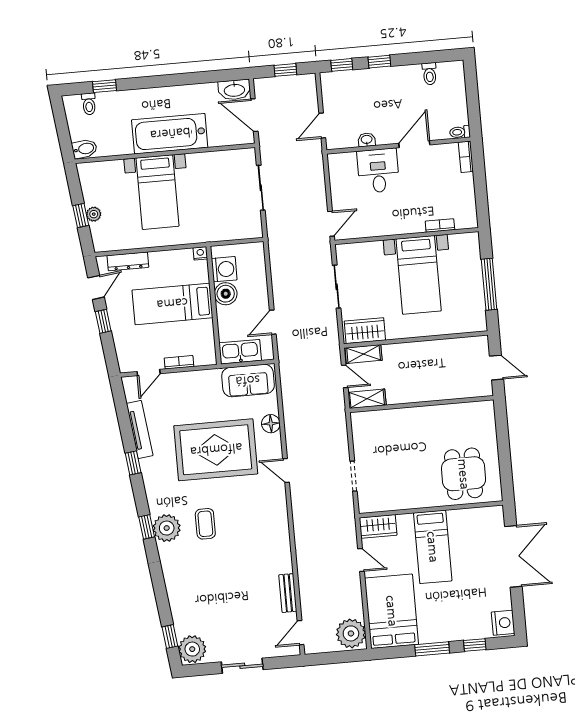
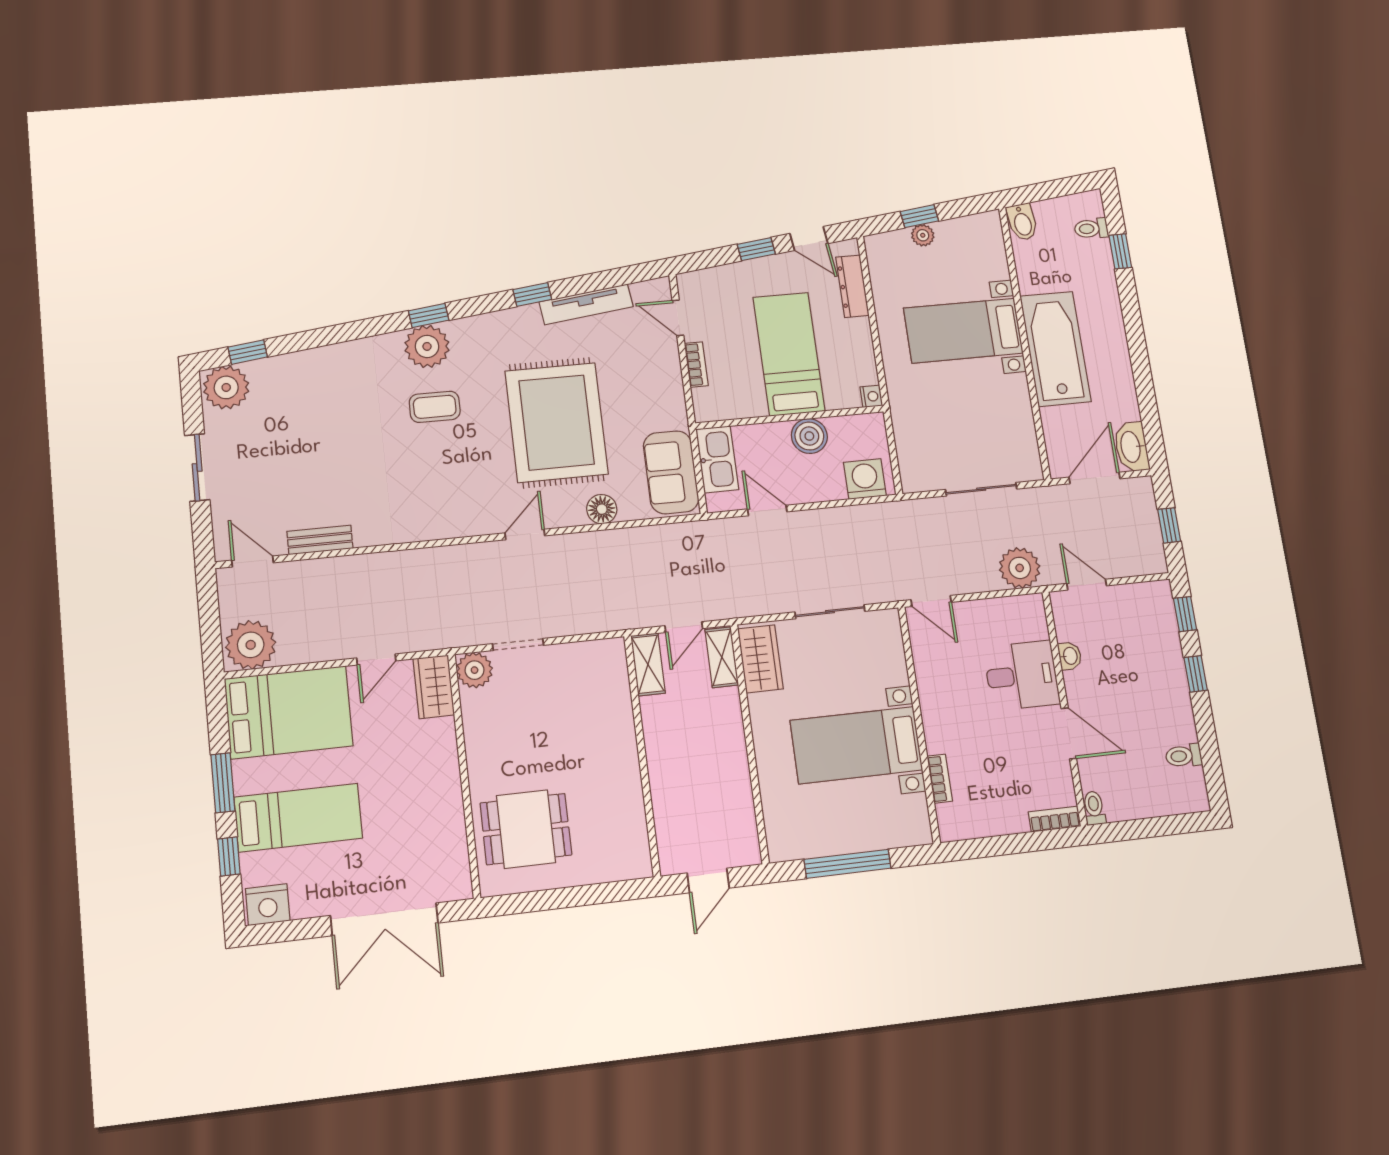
plant: (311, 167) -> (1020, 568), added
washing machine: (224, 269) -> (865, 479), moved, turned 180
plant: (369, 502) -> (475, 670), added
bed: (433, 547) -> (298, 818), moved, turned 180

